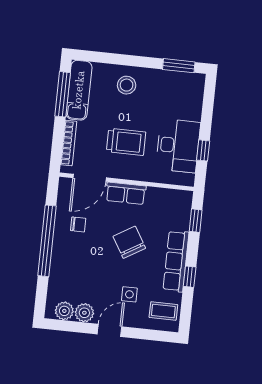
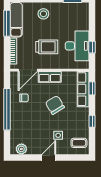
row of seats: (176, 261) -> (83, 89), moved
plant: (84, 313) -> (33, 149), removed

